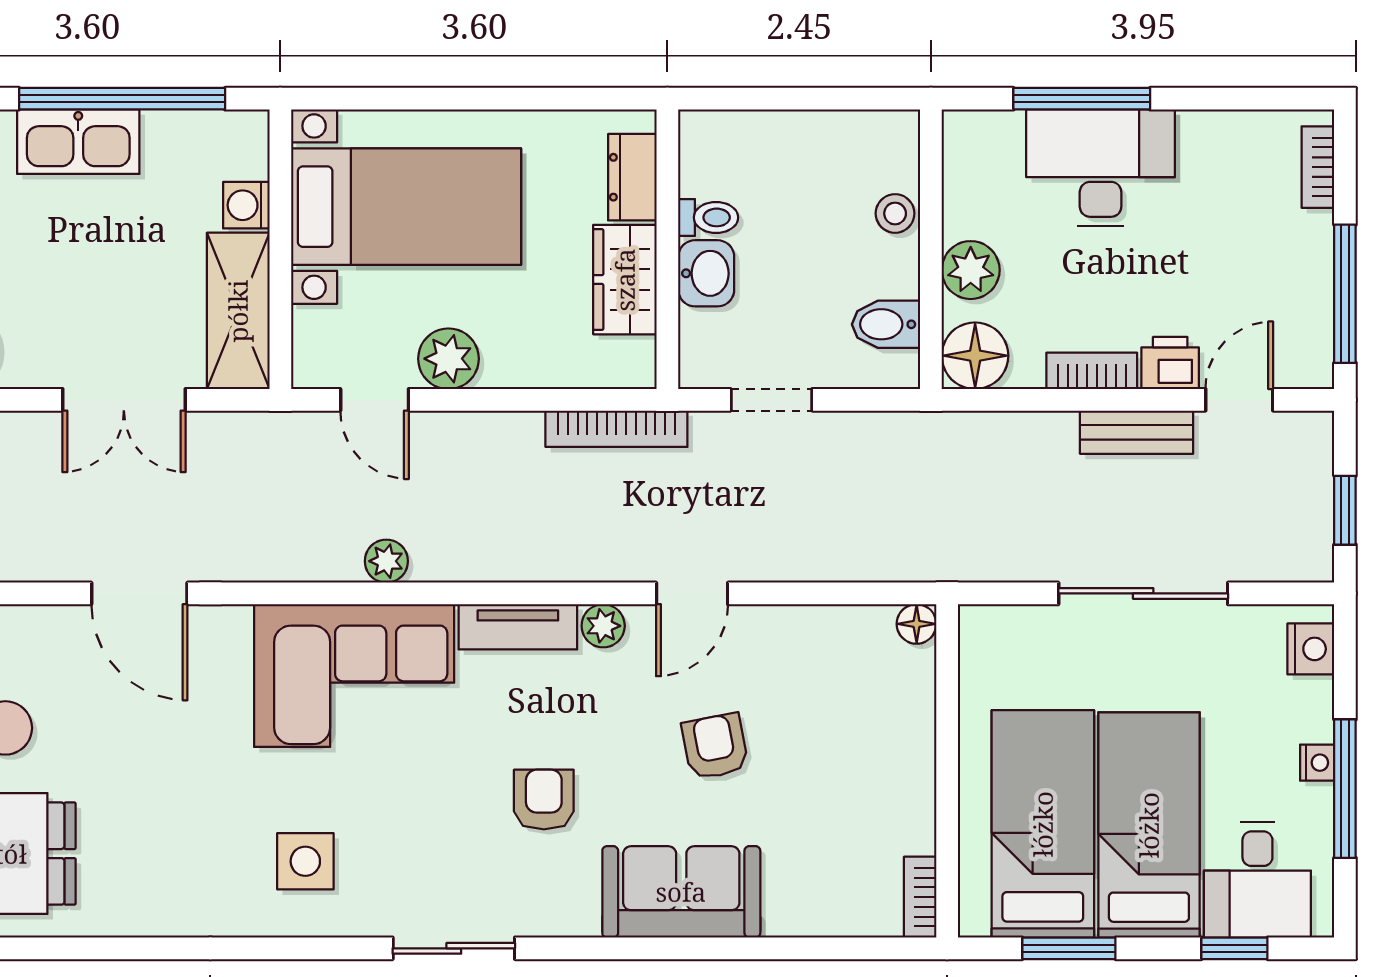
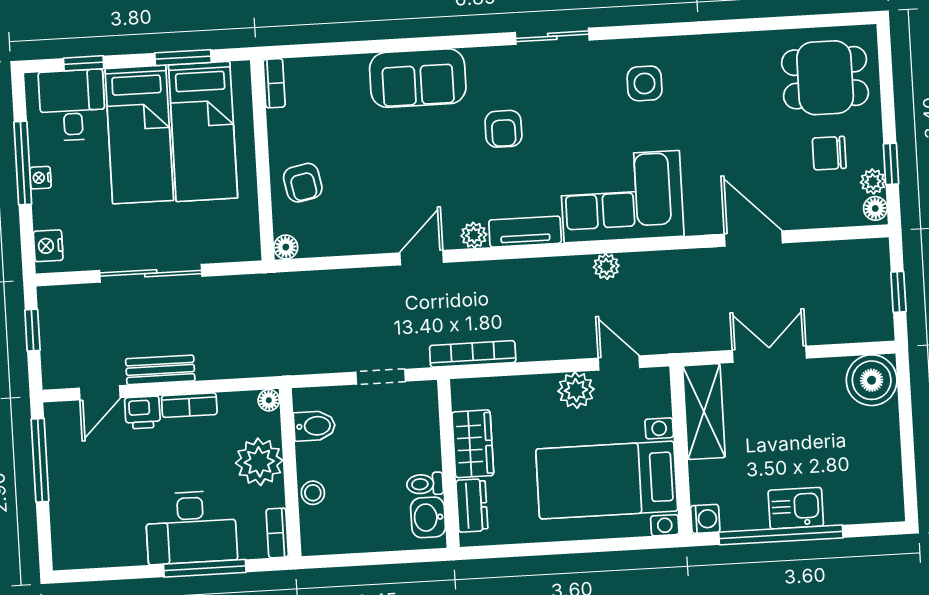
kitchen sink: (78, 142) -> (796, 508), width x0.73
bookcase: (1318, 167) -> (277, 533), moved, turned 180
washing machine: (246, 205) -> (705, 519), moved
plant: (971, 270) -> (259, 462), width x1.36, depth x1.36
washbasin: (706, 273) -> (428, 517), moved
floor lamp: (975, 356) -> (269, 400), width x0.53, depth x0.53
armchair: (715, 746) -> (303, 183), moved

